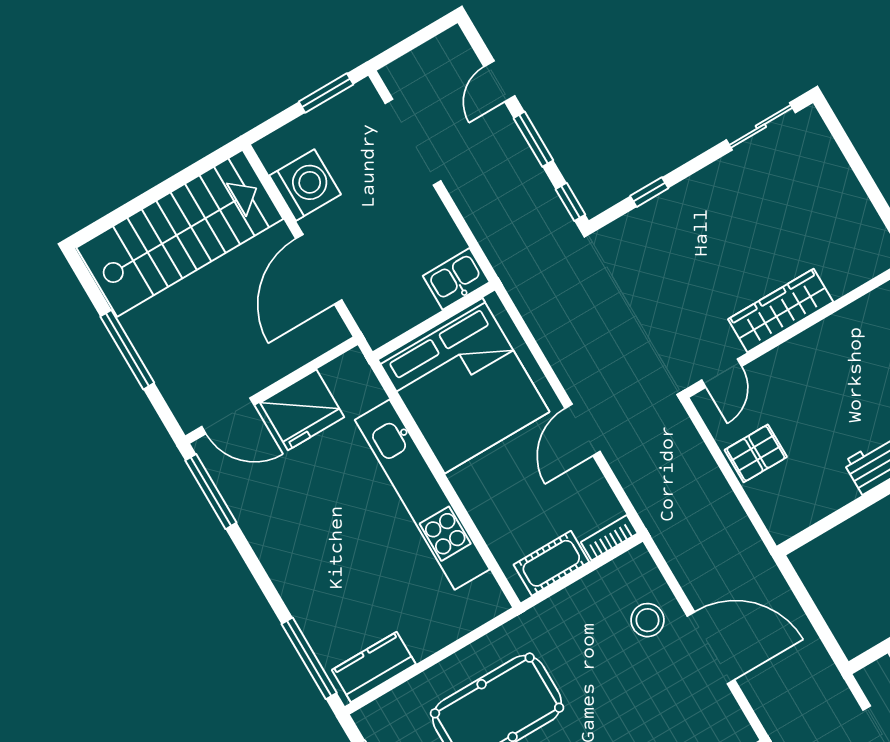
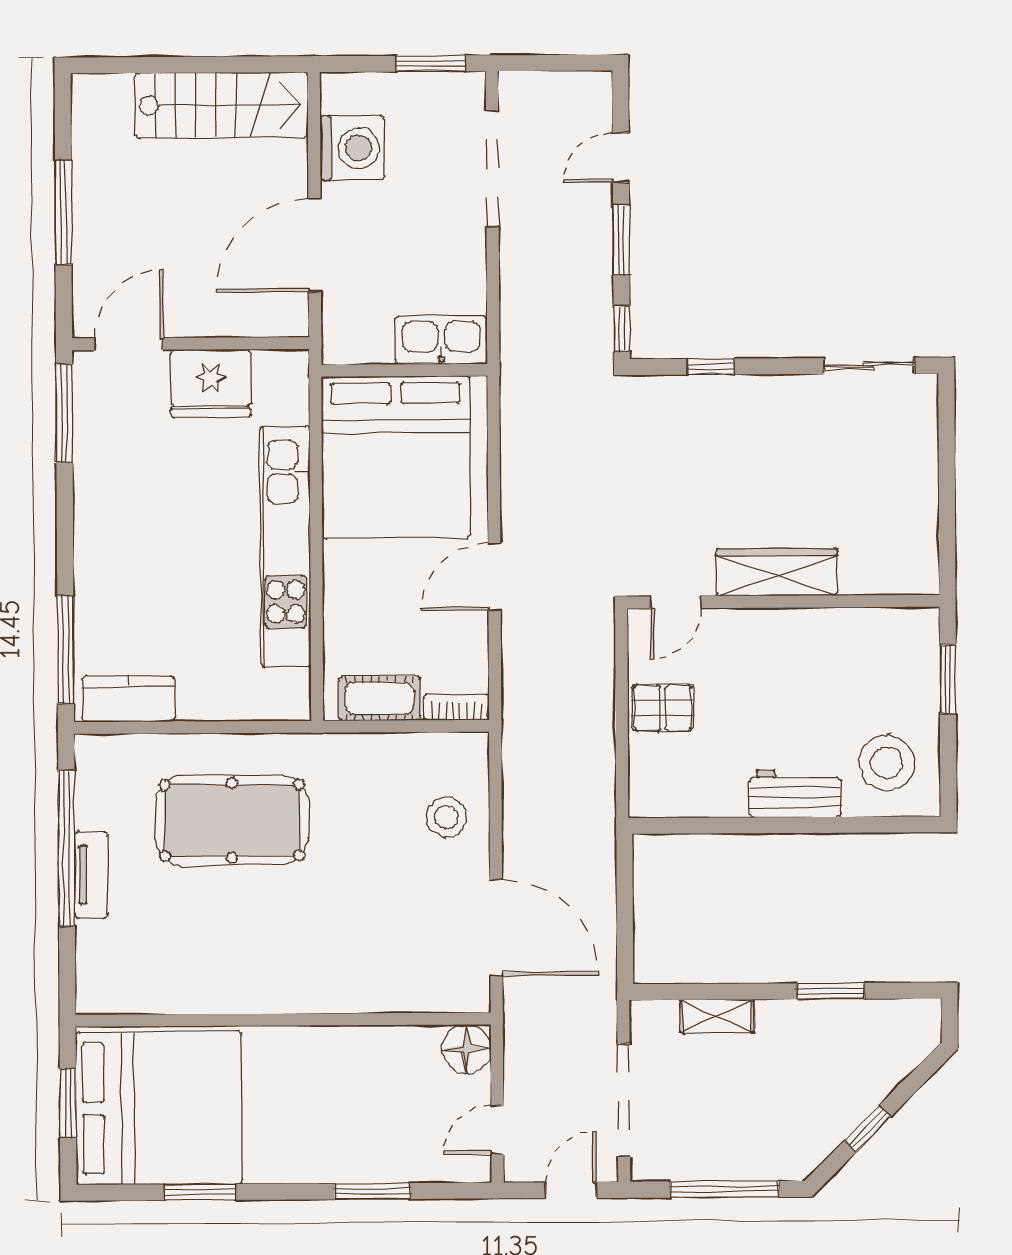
stairs: (180, 233) -> (222, 105), width x0.73, depth x0.66
kitchen sink: (456, 279) -> (441, 340), width x1.38
door: (228, 416) -> (129, 344), swing flipped
door: (711, 648) -> (496, 928), moved

